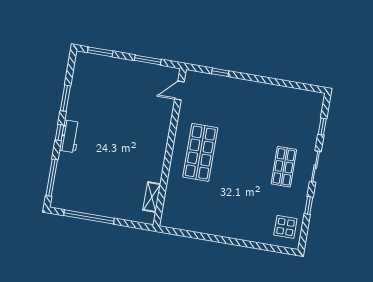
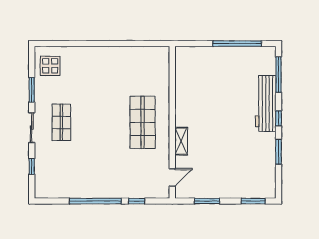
window: (263, 80) -> (95, 201), added
workbench: (70, 136) -> (266, 103), width x1.88, depth x1.32
shelving: (152, 197) -> (181, 141), moved
window: (309, 205) -> (32, 90), width x1.50

